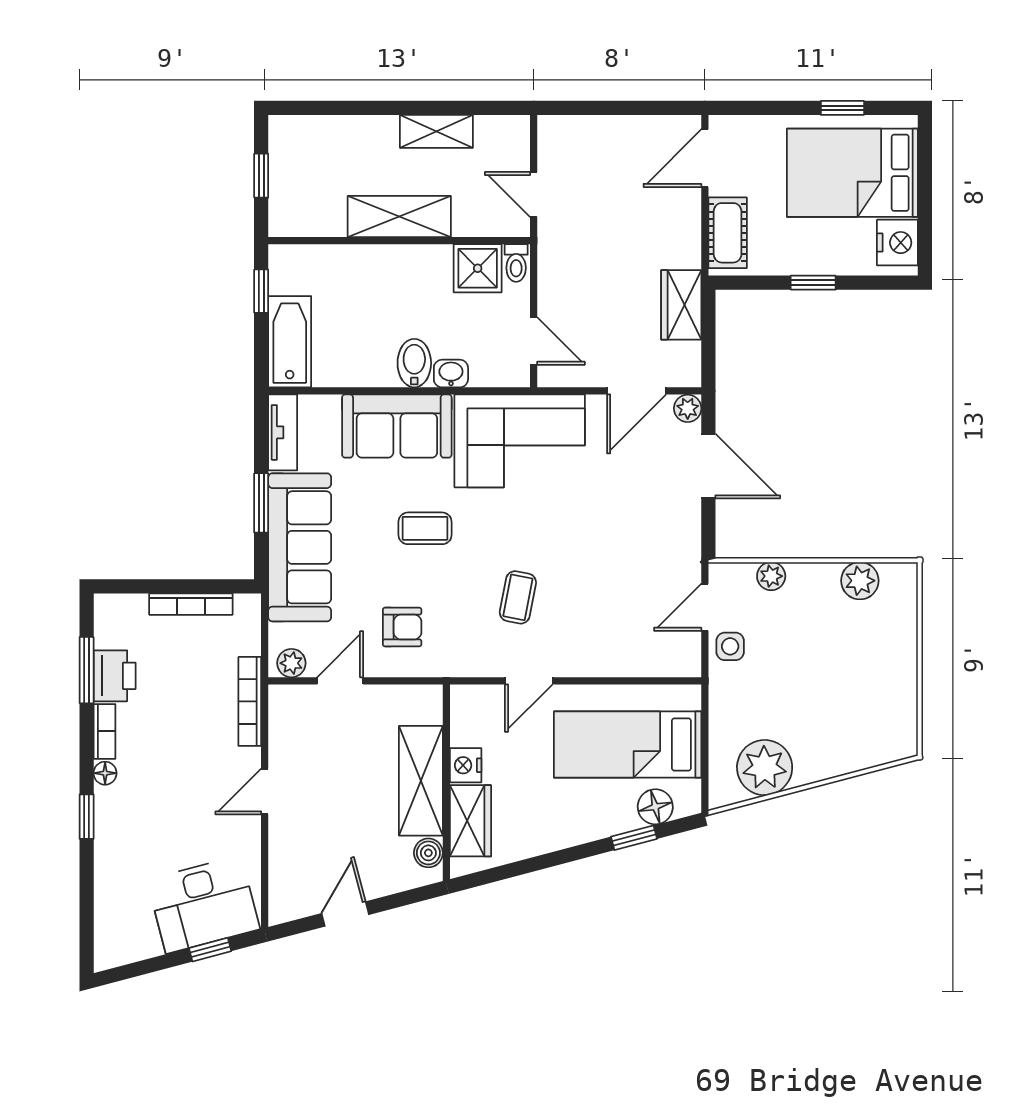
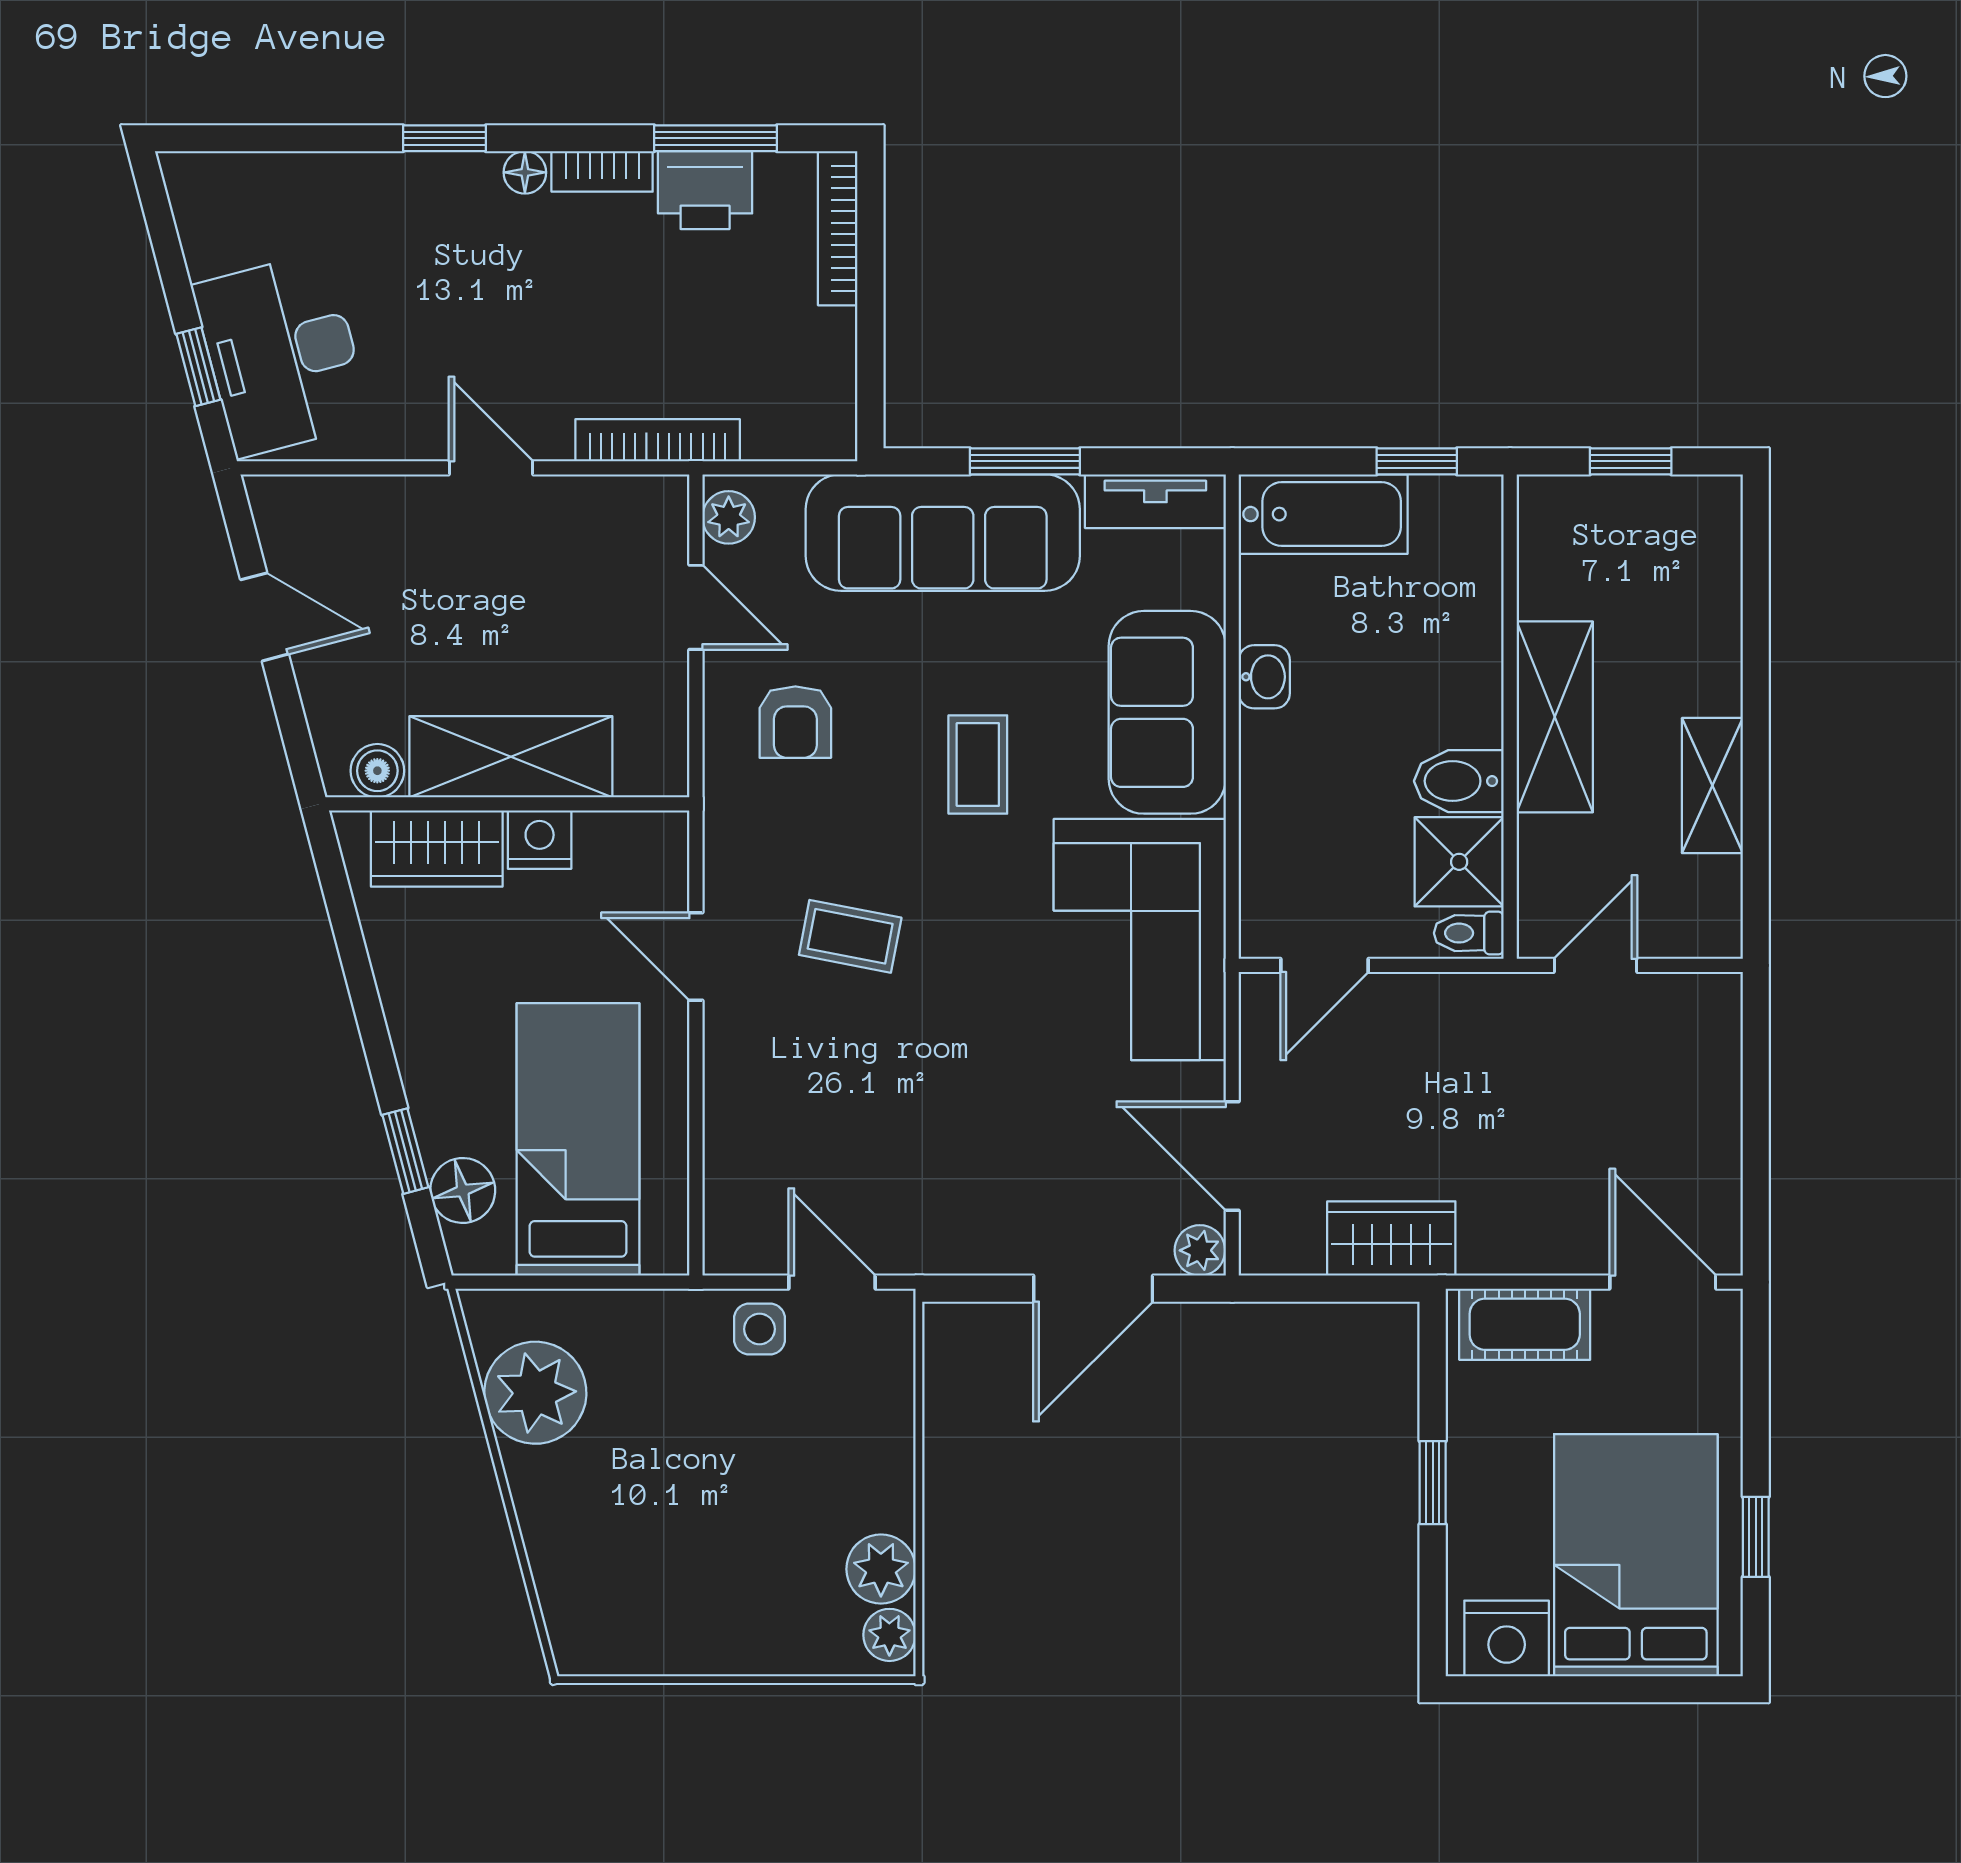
bidet: (414, 363) -> (1459, 781), moved, turned 180
washbasin: (451, 374) -> (1264, 677), moved
plant: (771, 576) -> (889, 1635), moved
bookcase: (191, 604) -> (838, 228), moved

